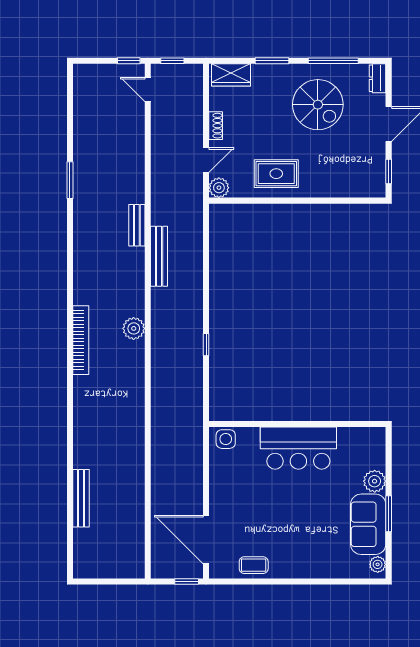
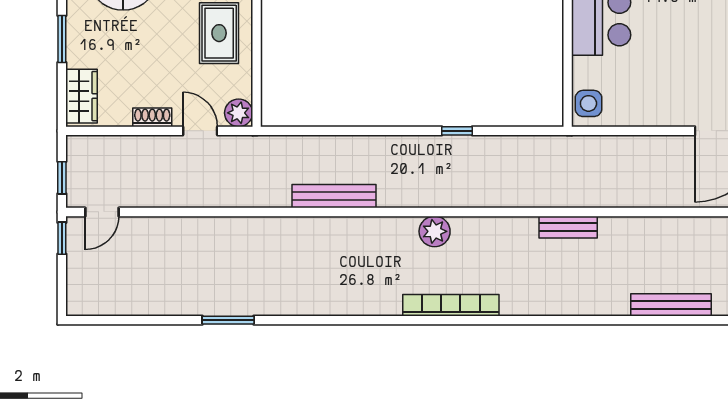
bench: (137, 225) -> (568, 227), moved

